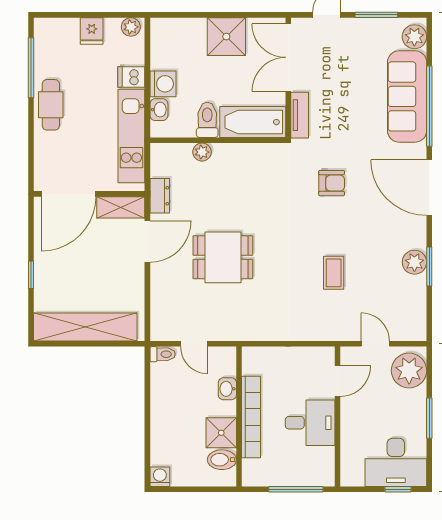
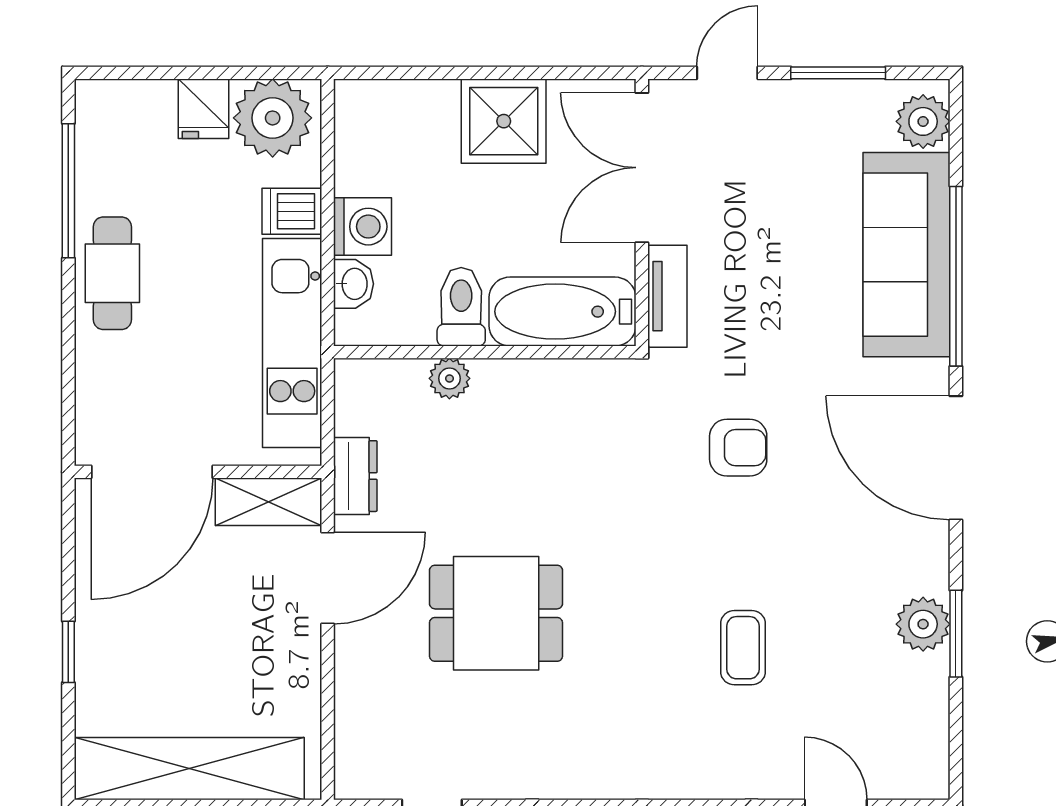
plant: (131, 27) -> (273, 118), width x1.87, depth x1.87

